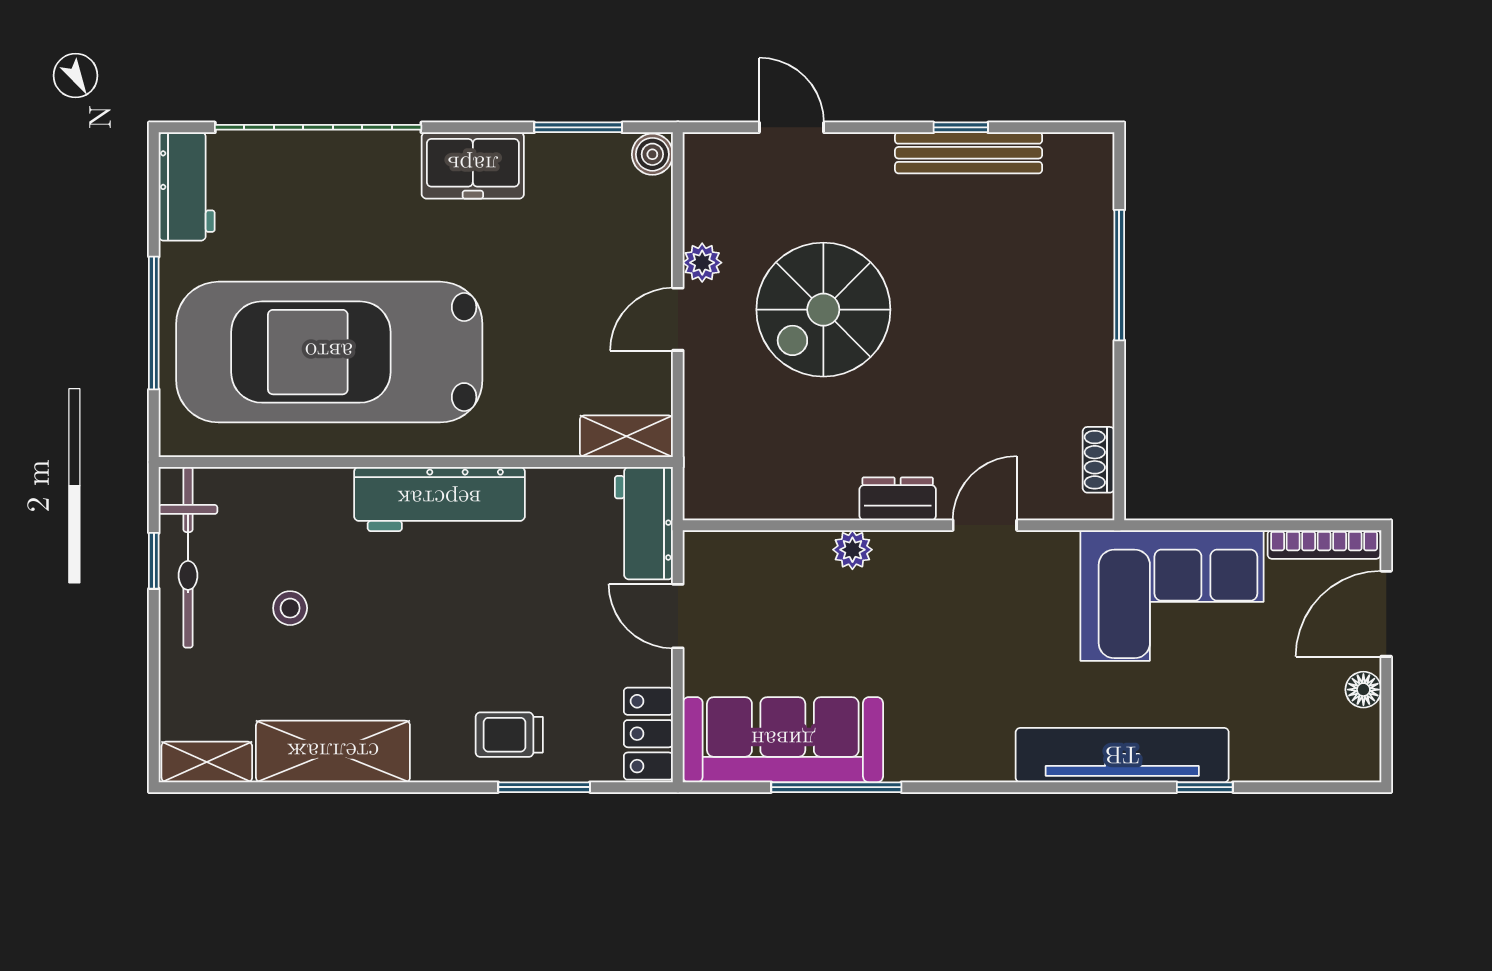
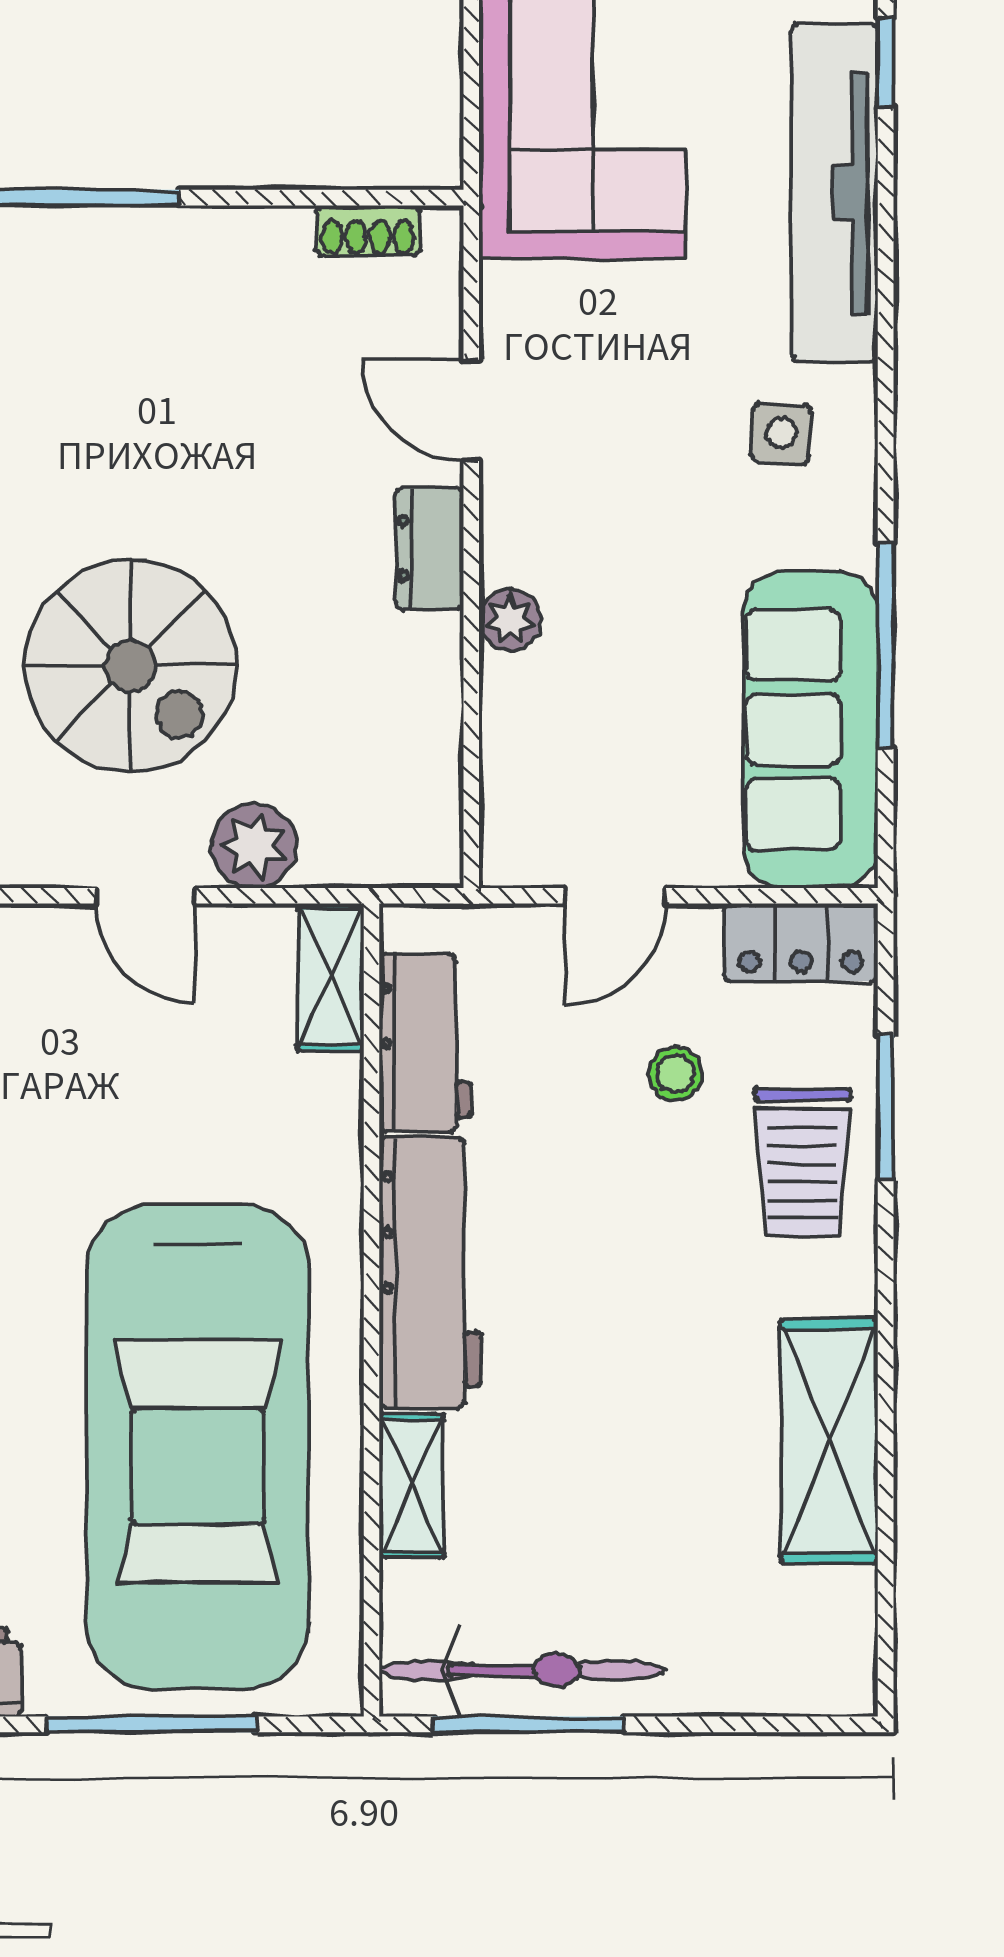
plant: (702, 263) -> (254, 846), moved, width x1.38, depth x1.38
workbench: (644, 523) -> (425, 1043), moved, turned -90
window: (154, 561) -> (528, 1724), width x2.17
stool: (290, 608) -> (675, 1074), moved
side table: (970, 721) -> (781, 433), added
trolley: (509, 735) -> (803, 1162), width x1.36, depth x1.39
shelving: (207, 762) -> (411, 1486), moved

